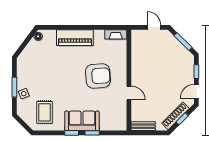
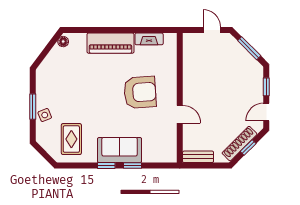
fireplace: (116, 34) -> (149, 39), moved

